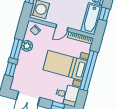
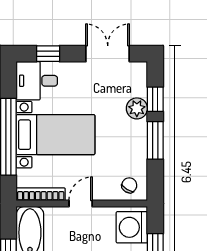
plant: (27, 46) -> (137, 108), moved

